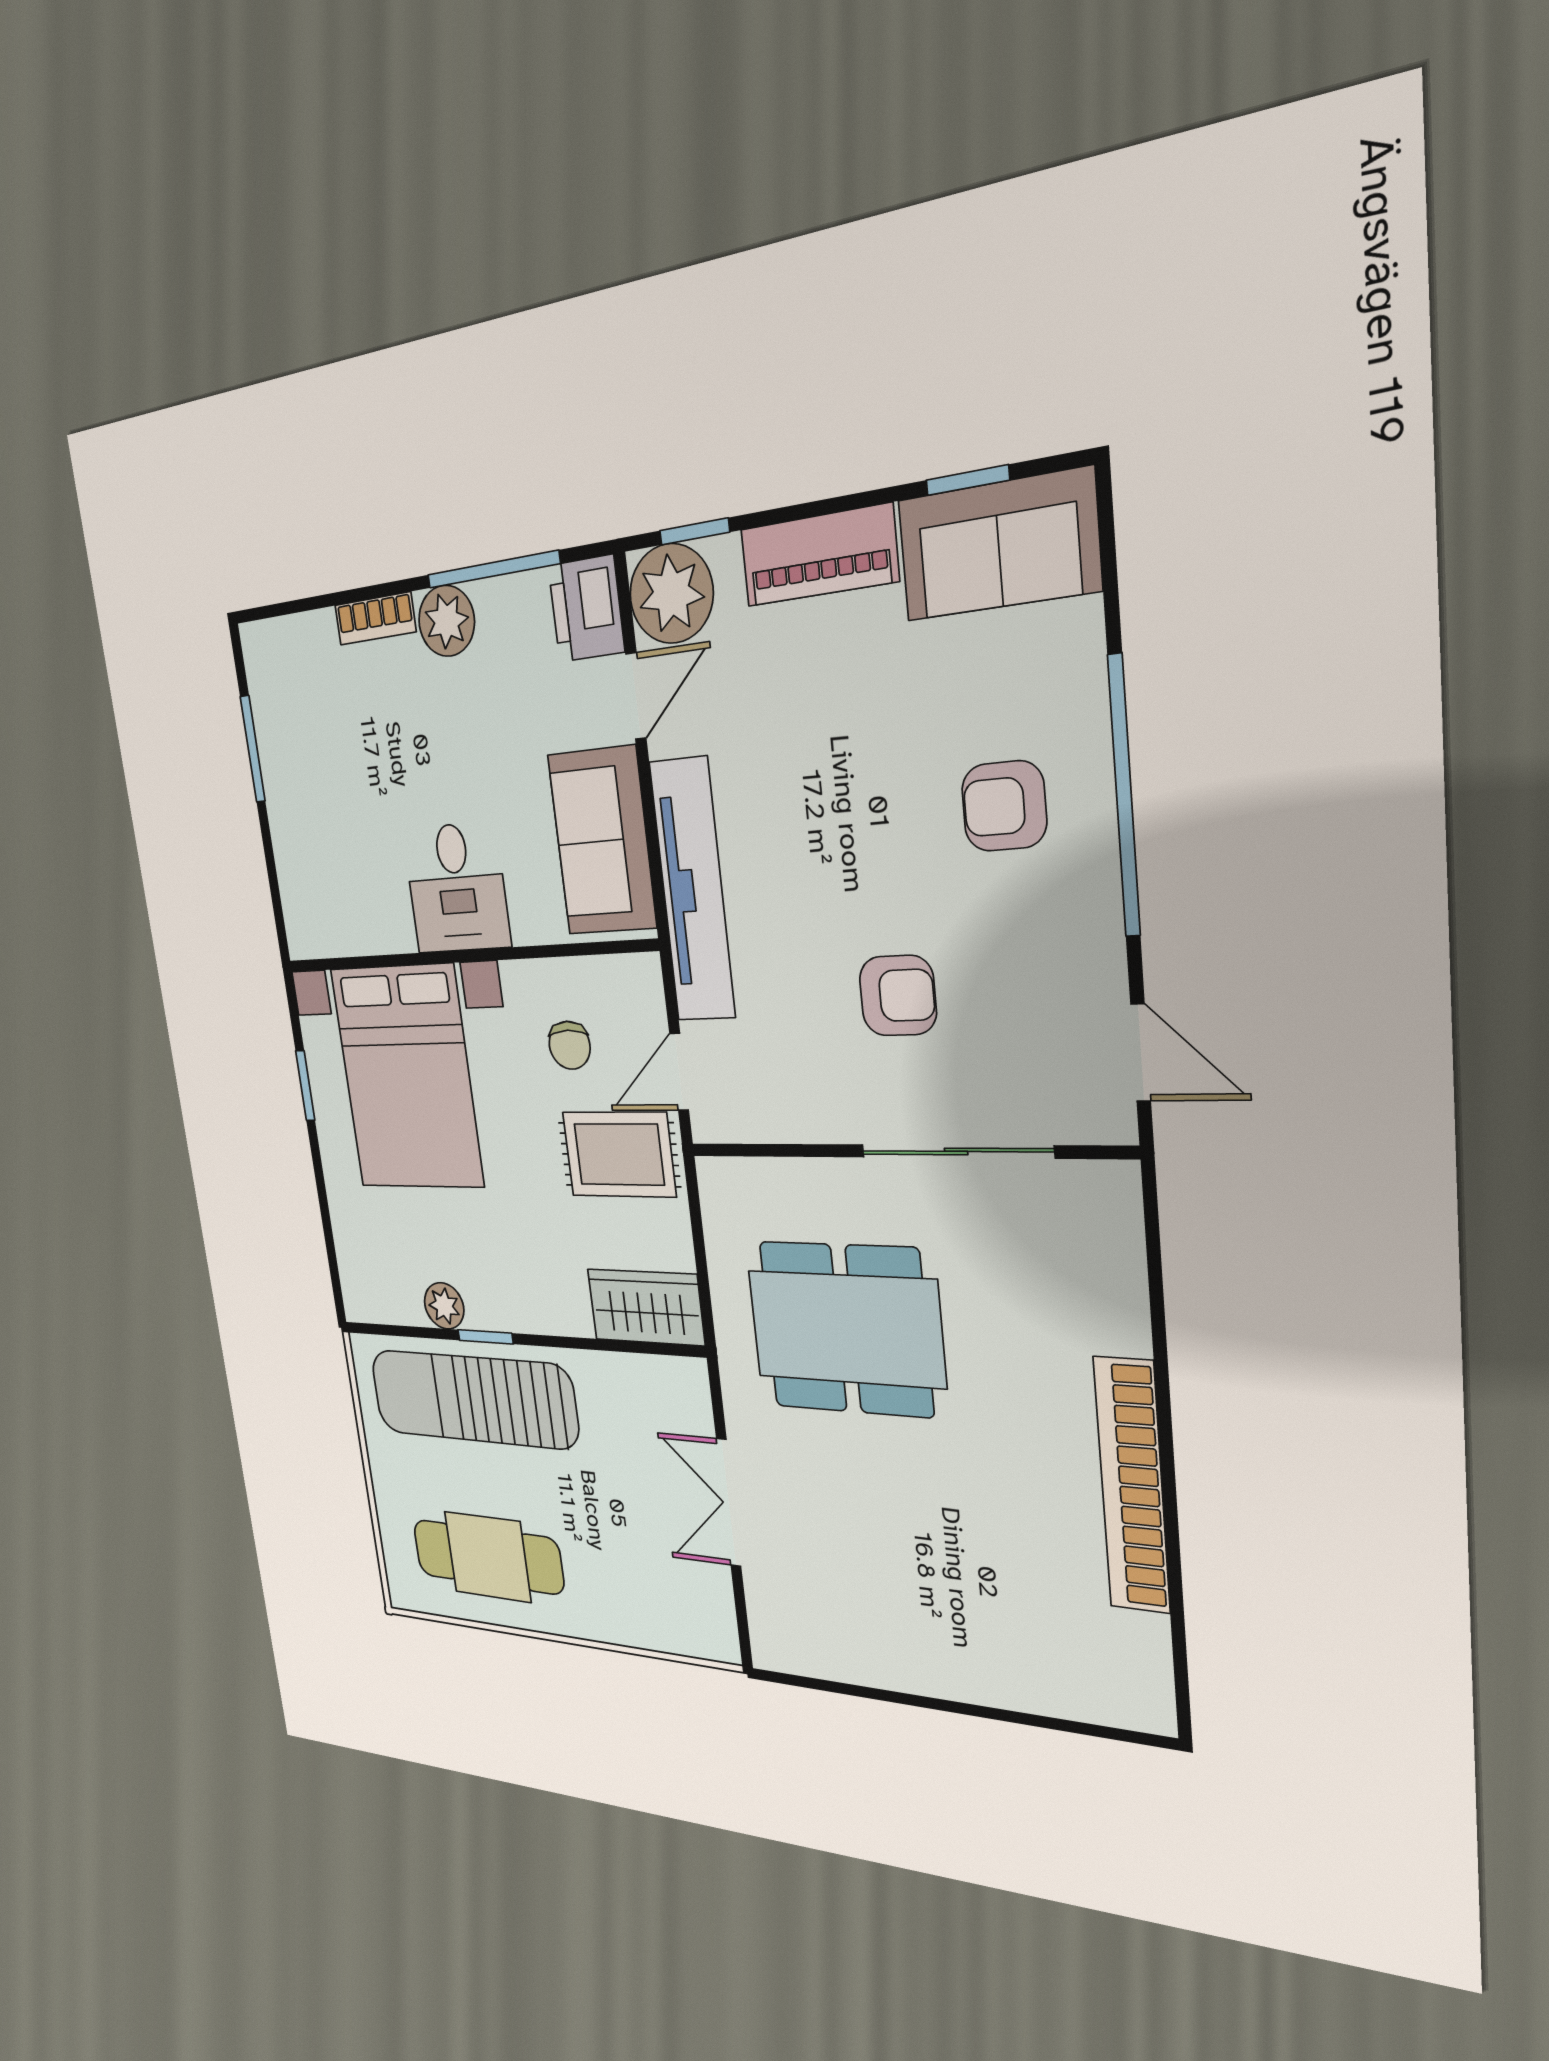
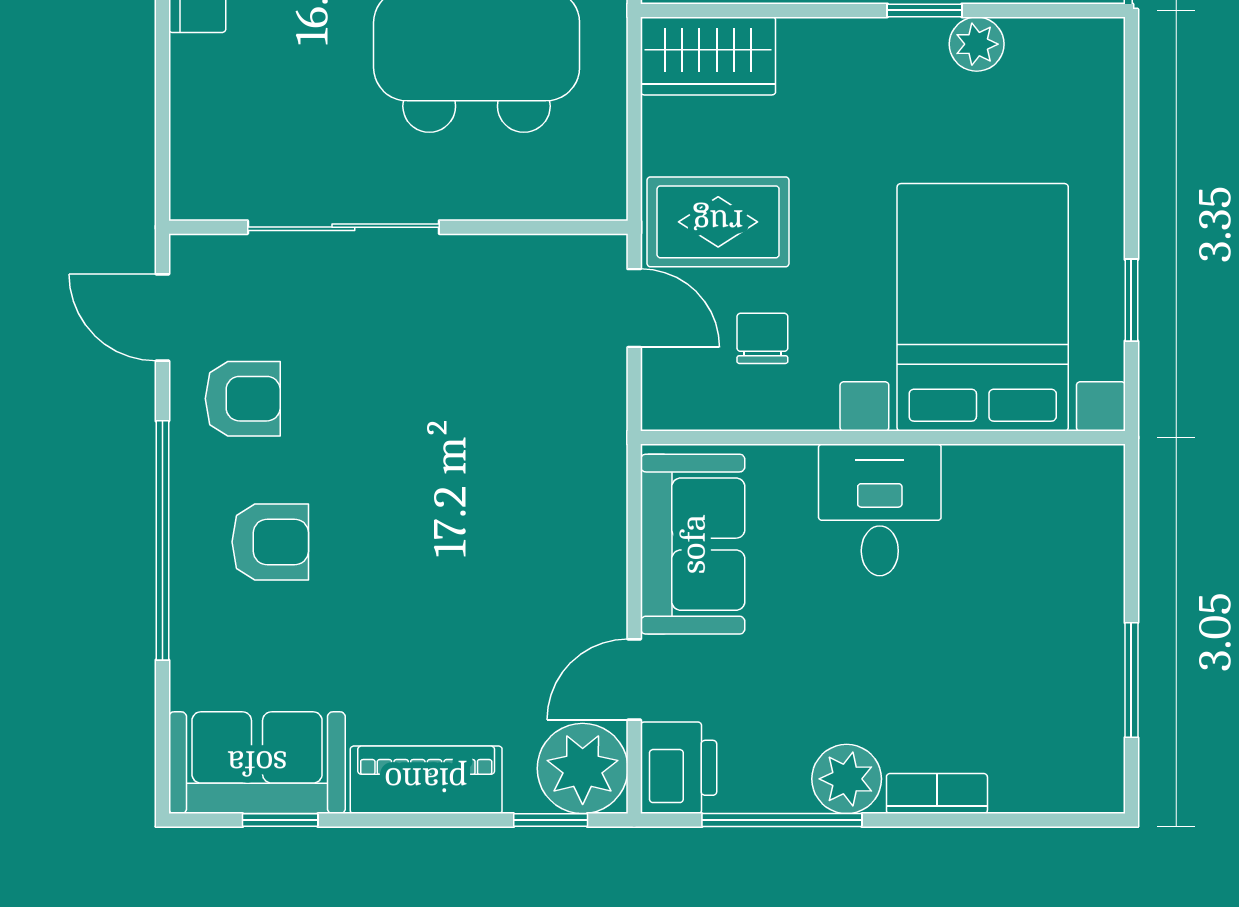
tv unit: (693, 890) -> (595, 489), removed
armchair: (898, 996) -> (243, 399), moved, turned 180
door: (679, 1072) -> (634, 308), hinge flipped

